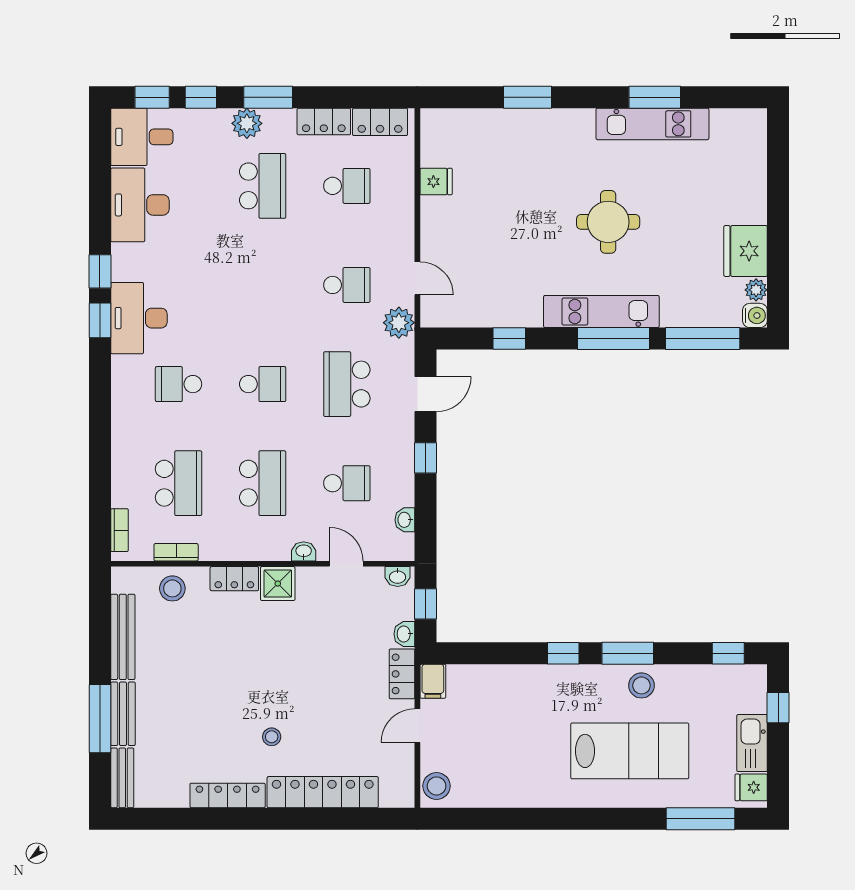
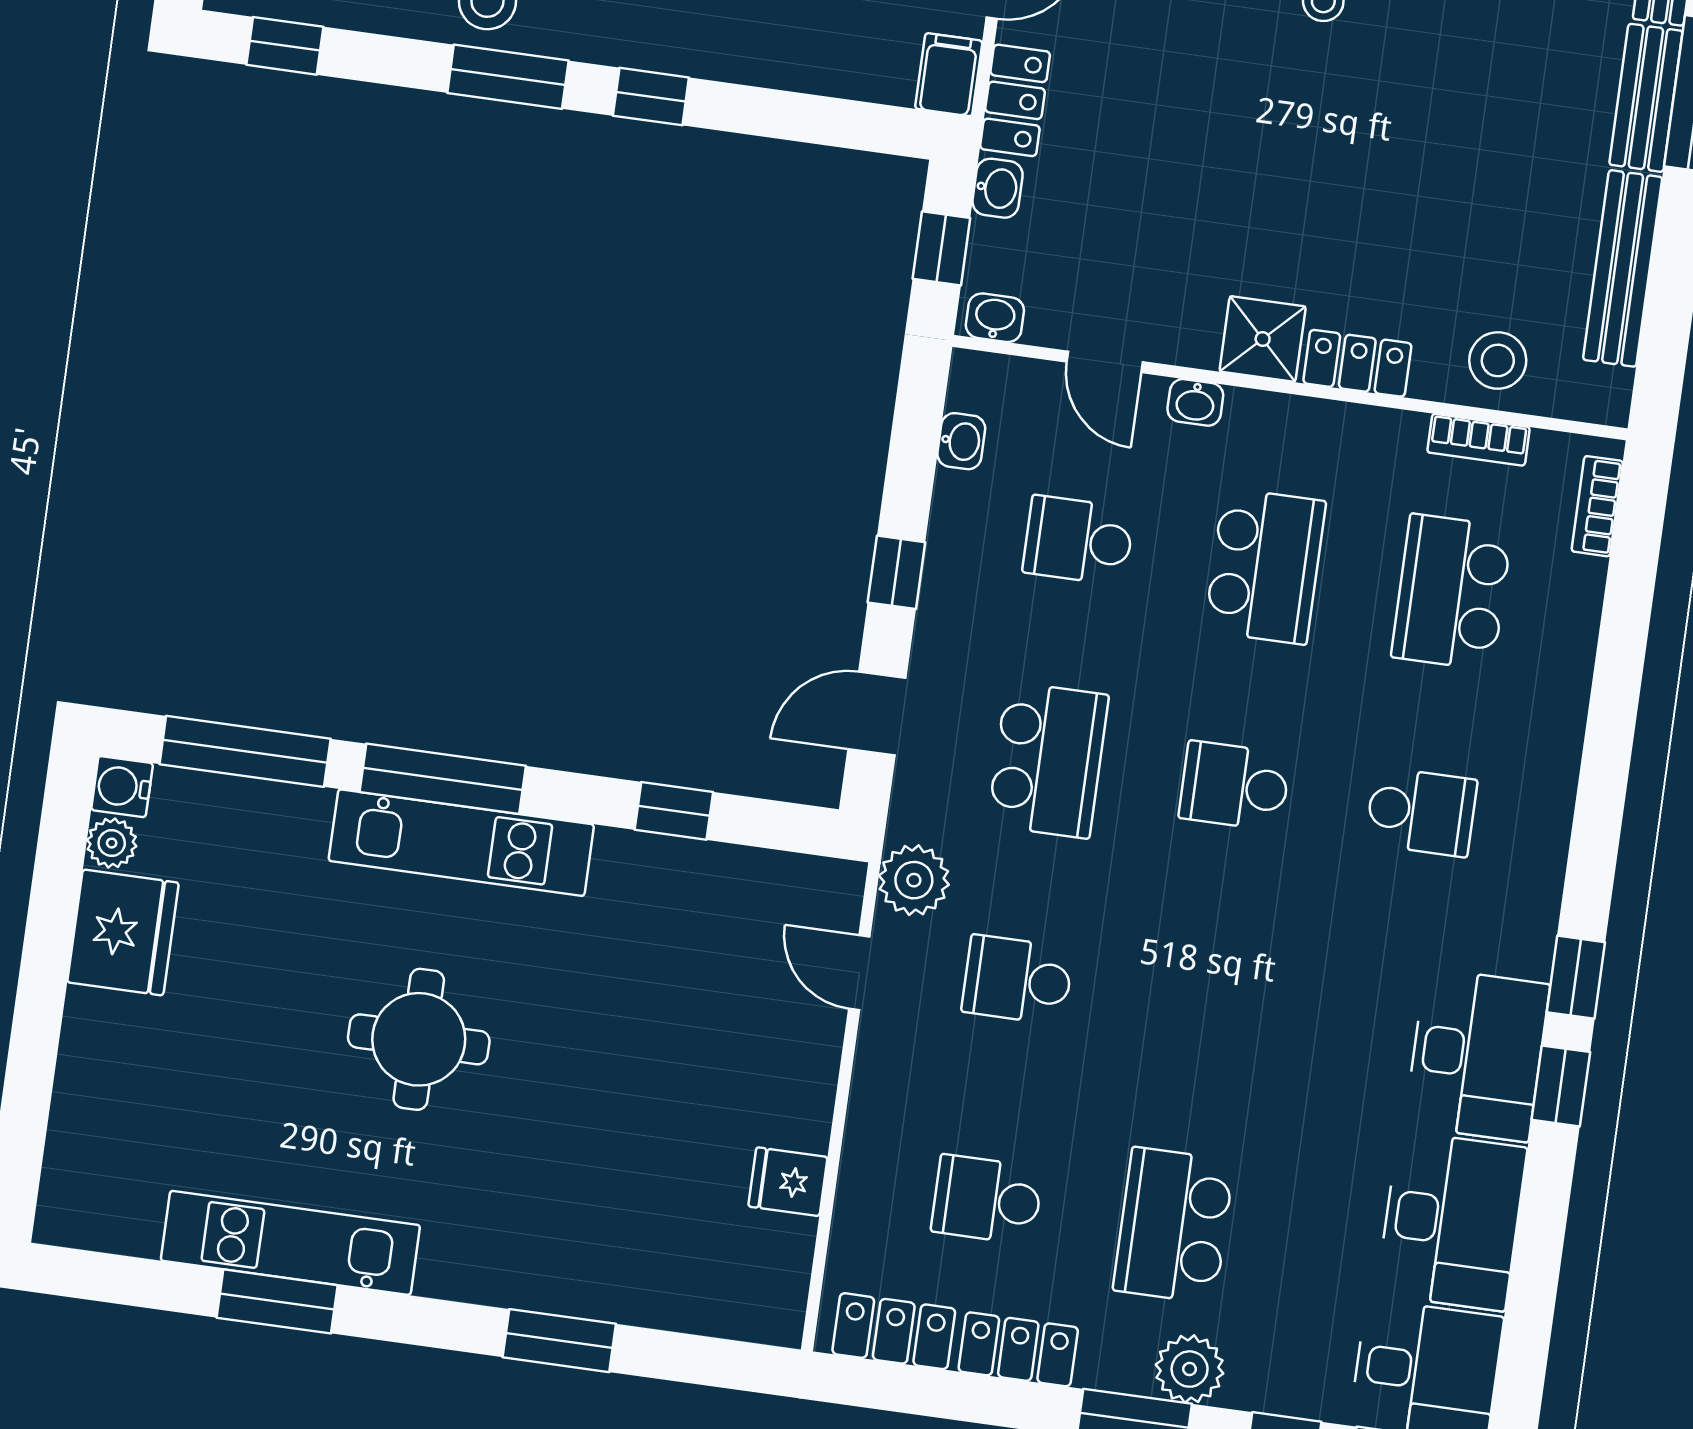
desk: (139, 318) -> (1477, 1055), moved
school desk: (263, 483) -> (1265, 566), turned 180

